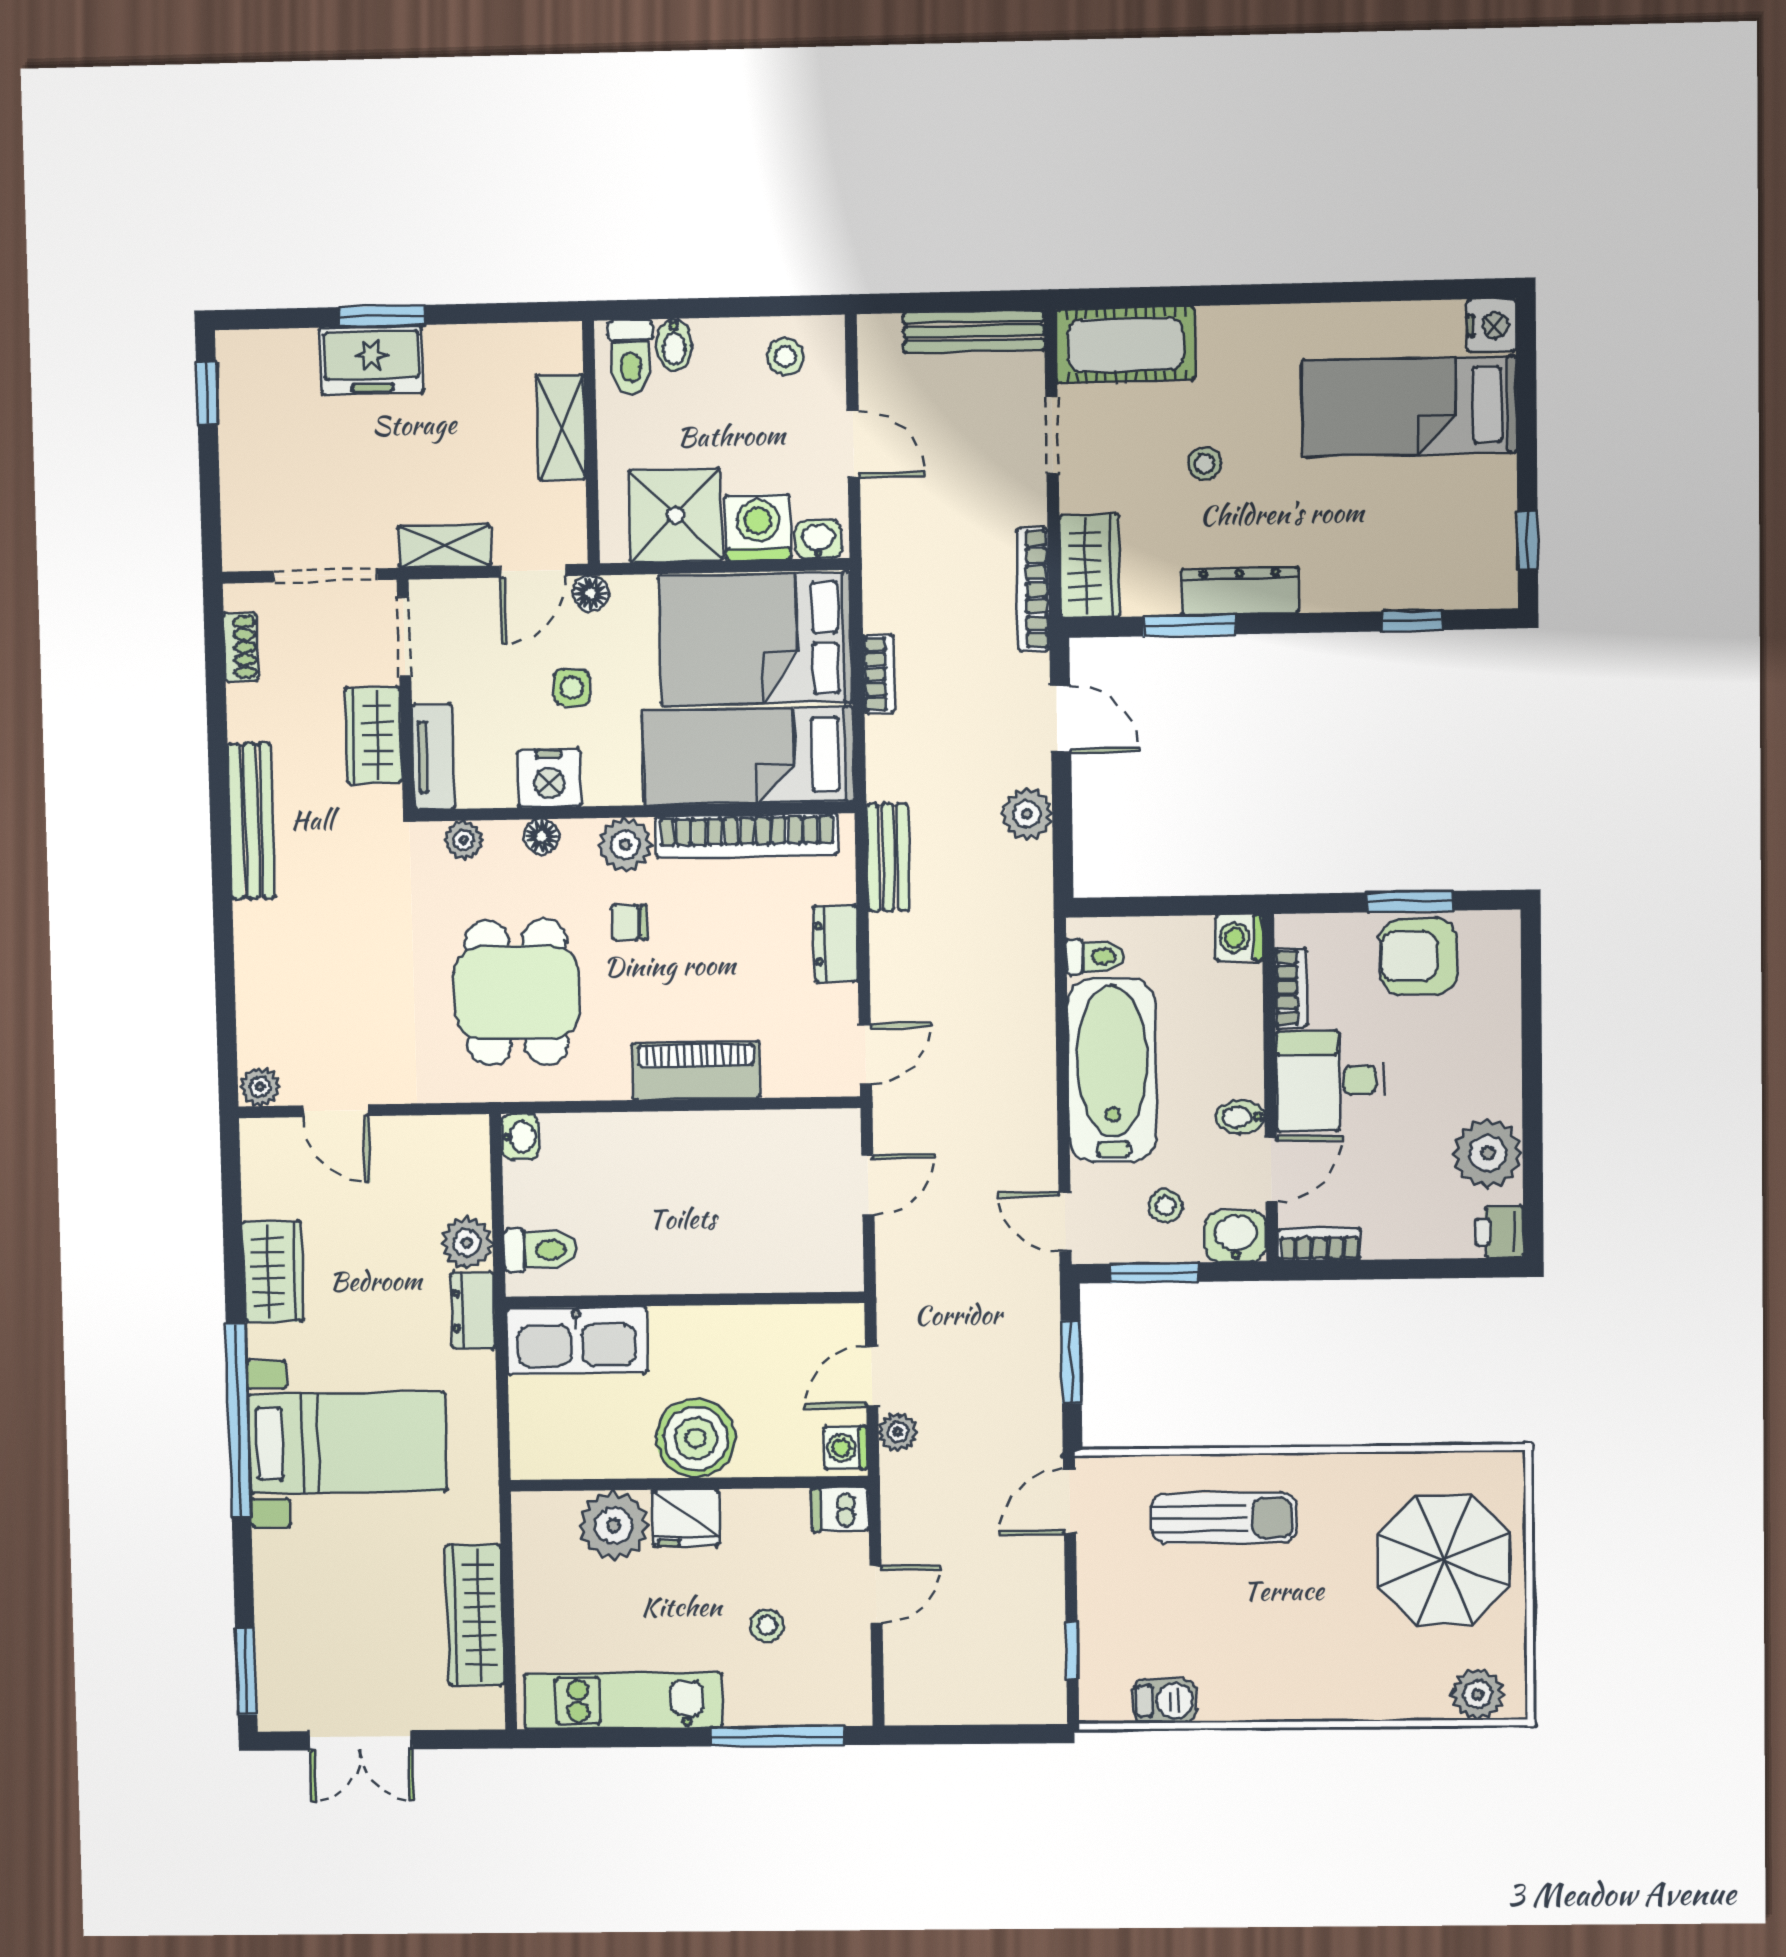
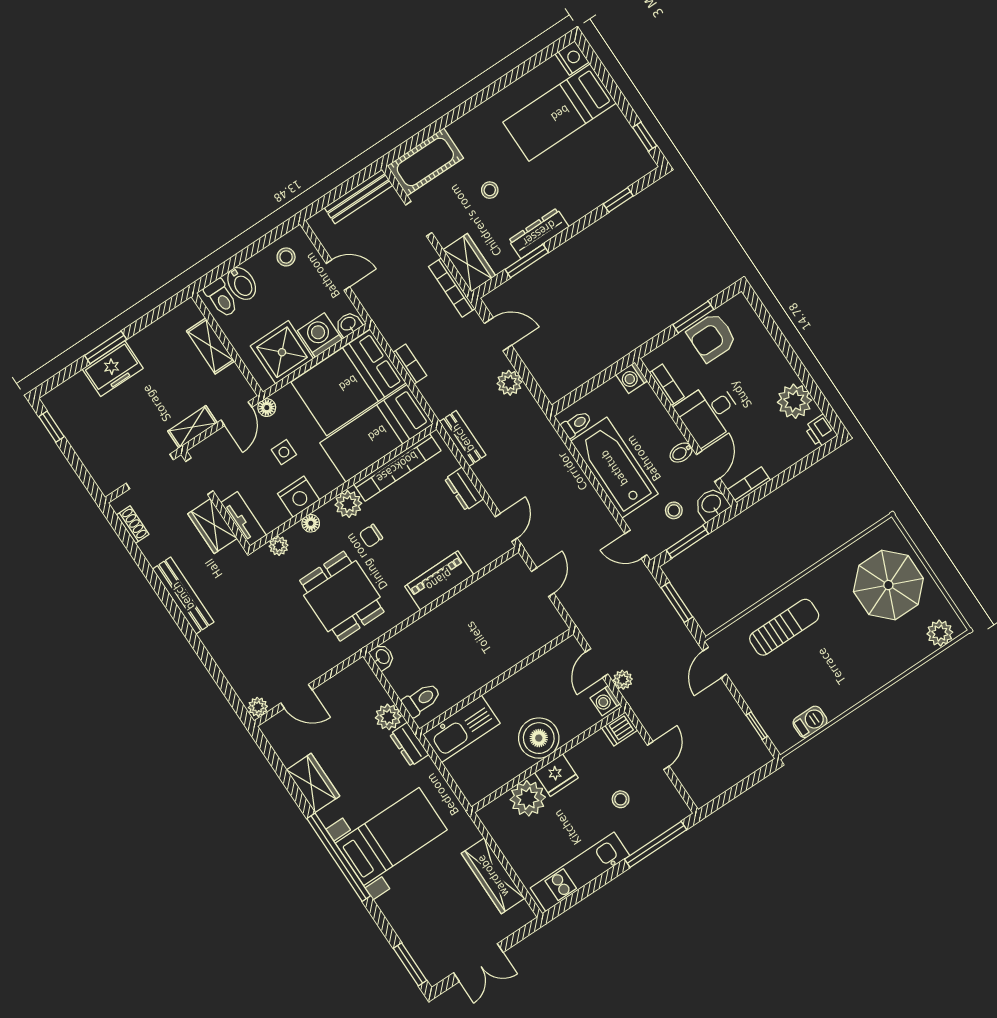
bidet: (674, 345) -> (242, 283), width x1.38, depth x1.36

